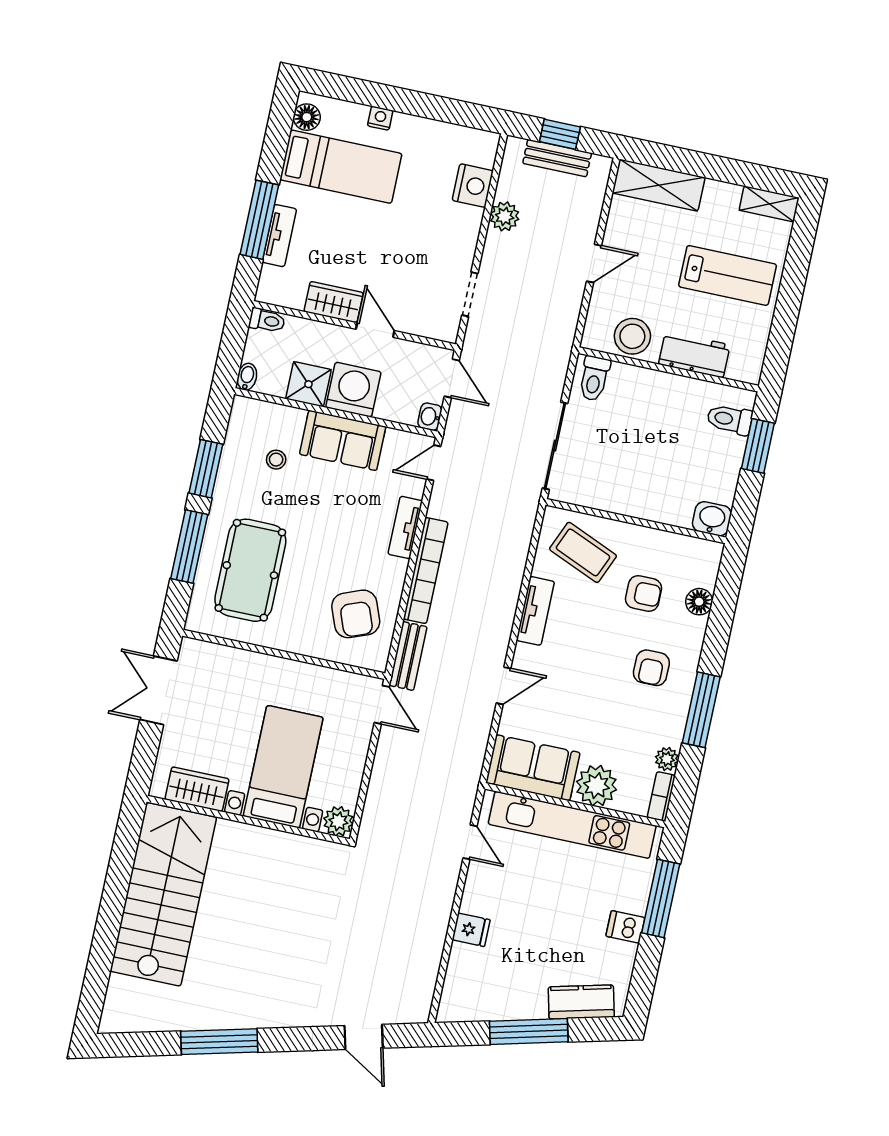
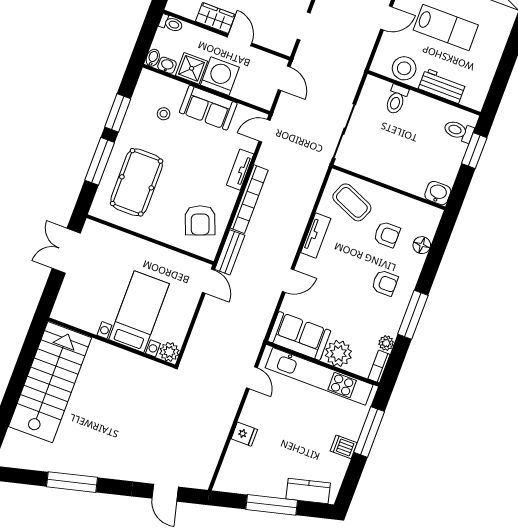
lab bench: (728, 275) -> (446, 27), moved
toilet: (594, 378) -> (396, 100), moved
washbasin: (430, 417) -> (167, 65), moved, turned 90
armchair: (651, 668) -> (385, 283), turned -90
wardrobe: (197, 789) -> (82, 318), removed

